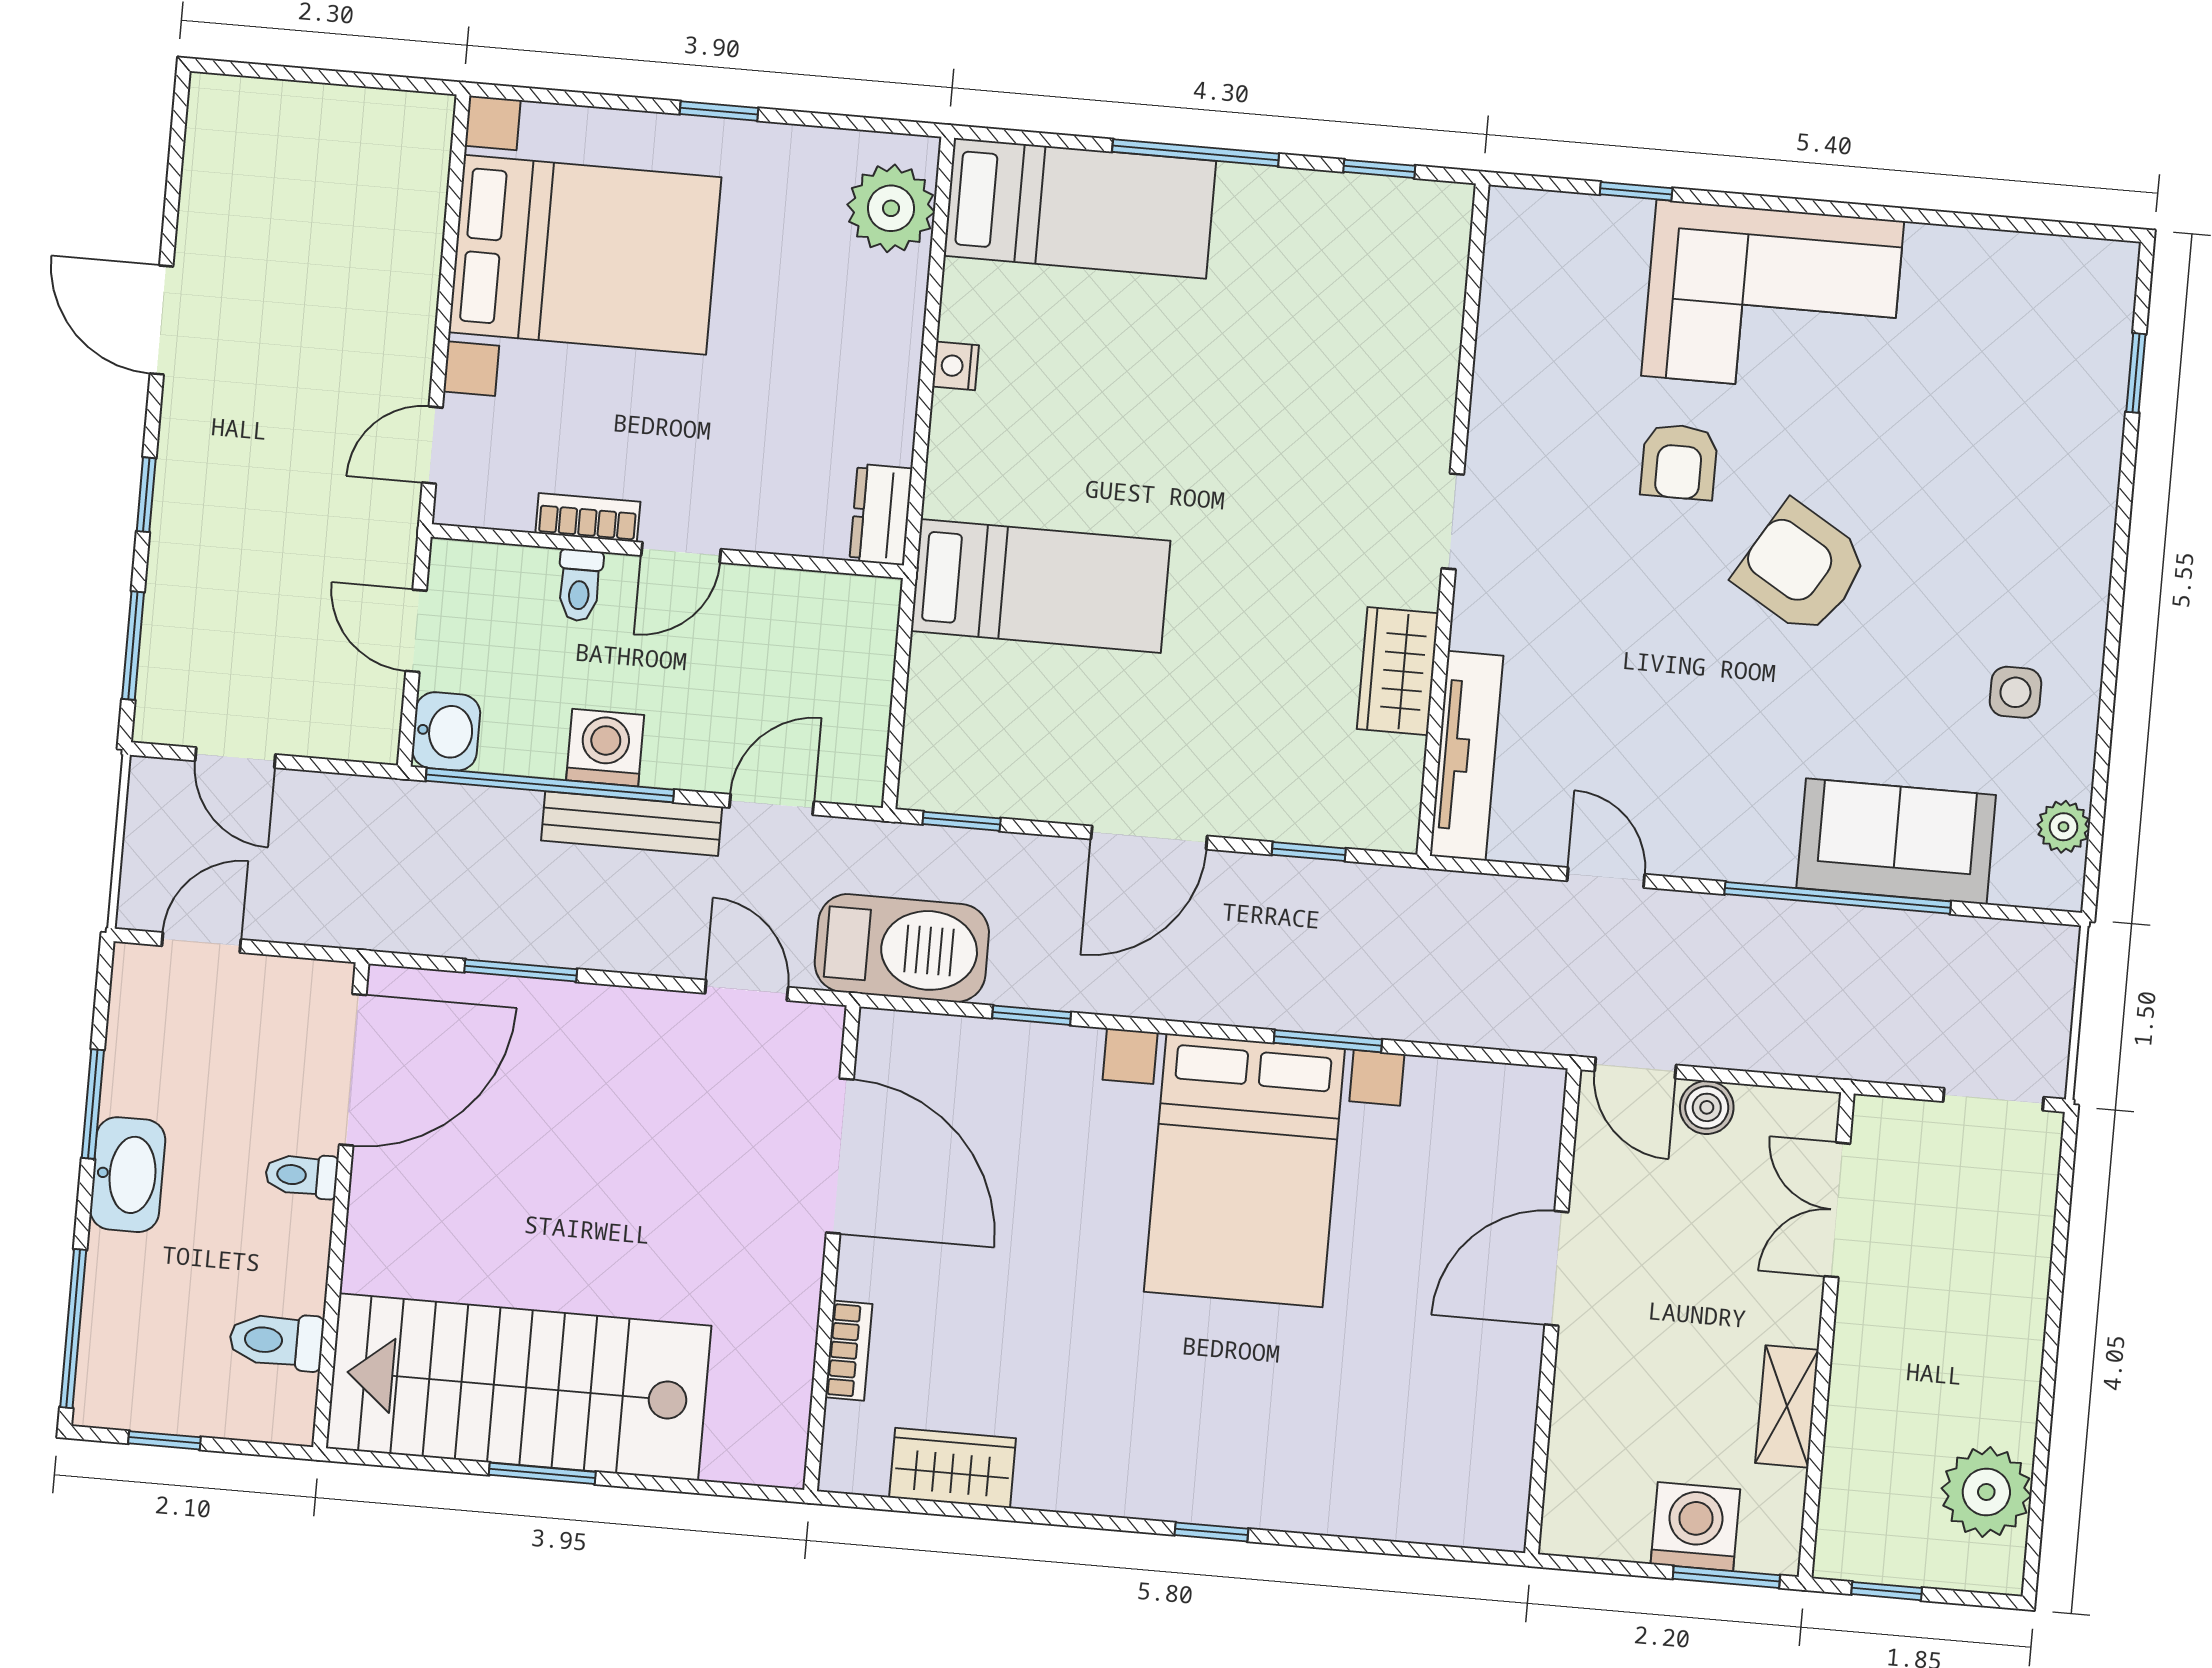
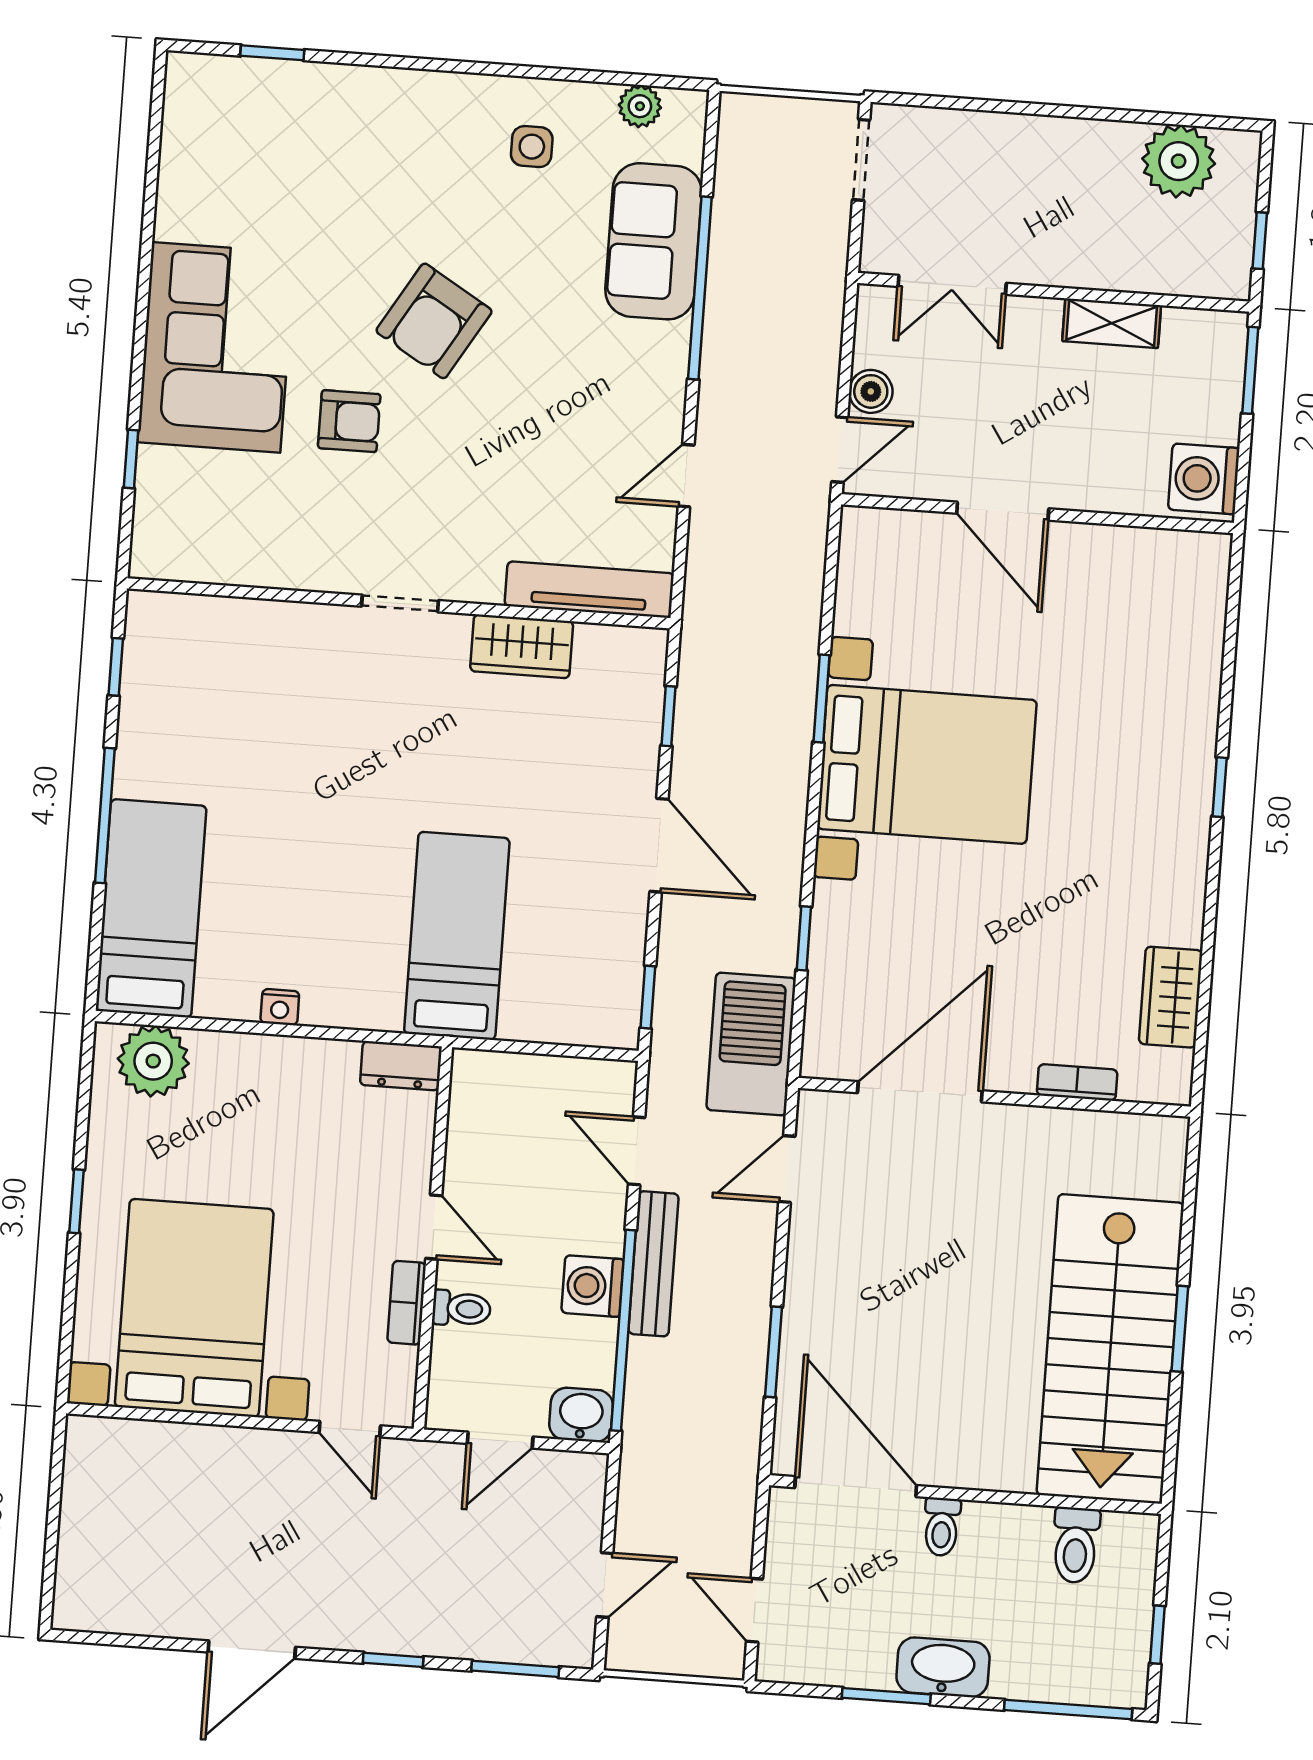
washing machine: (1695, 1527) -> (1204, 479), moved

